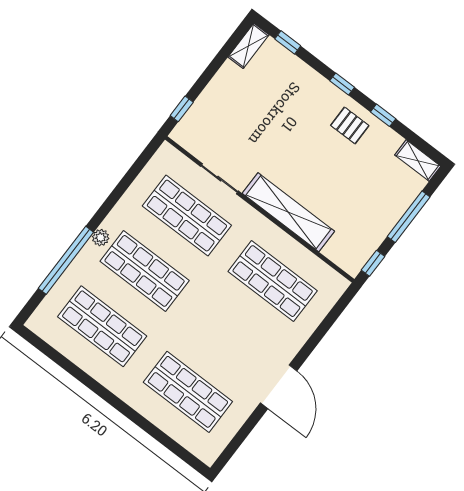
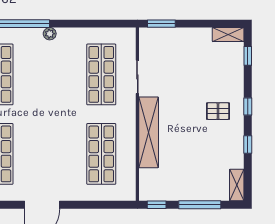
window: (182, 109) -> (161, 24), width x1.50
pallet: (350, 125) -> (218, 111), moved, turned 90
shop shelf: (145, 271) -> (50, 74), removed

